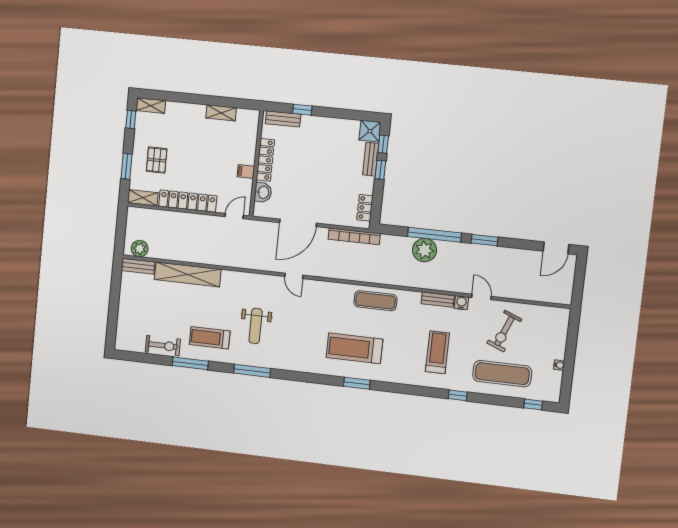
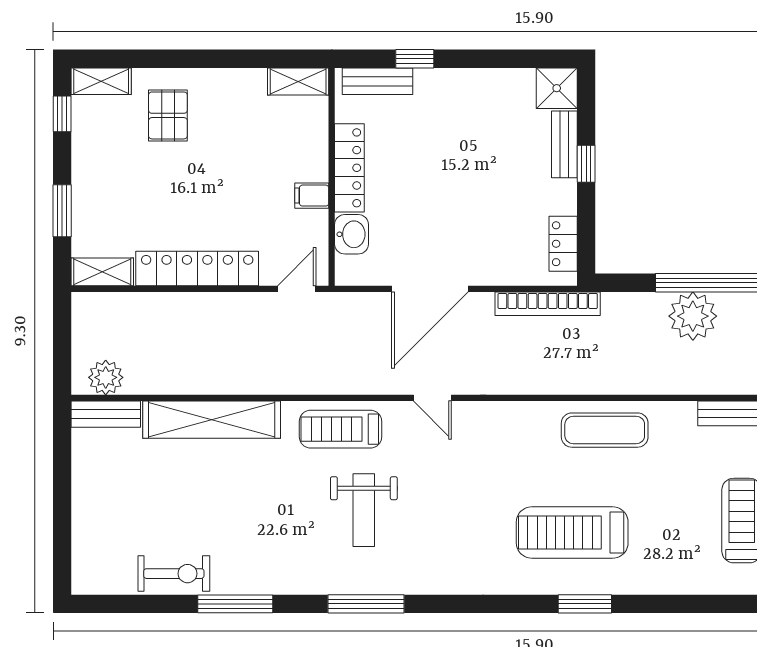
shelving: (221, 113) -> (298, 82), moved
window: (383, 144) -> (586, 112), removed
pallet: (157, 160) -> (168, 115), moved
treadmill: (210, 338) -> (341, 429), moved

